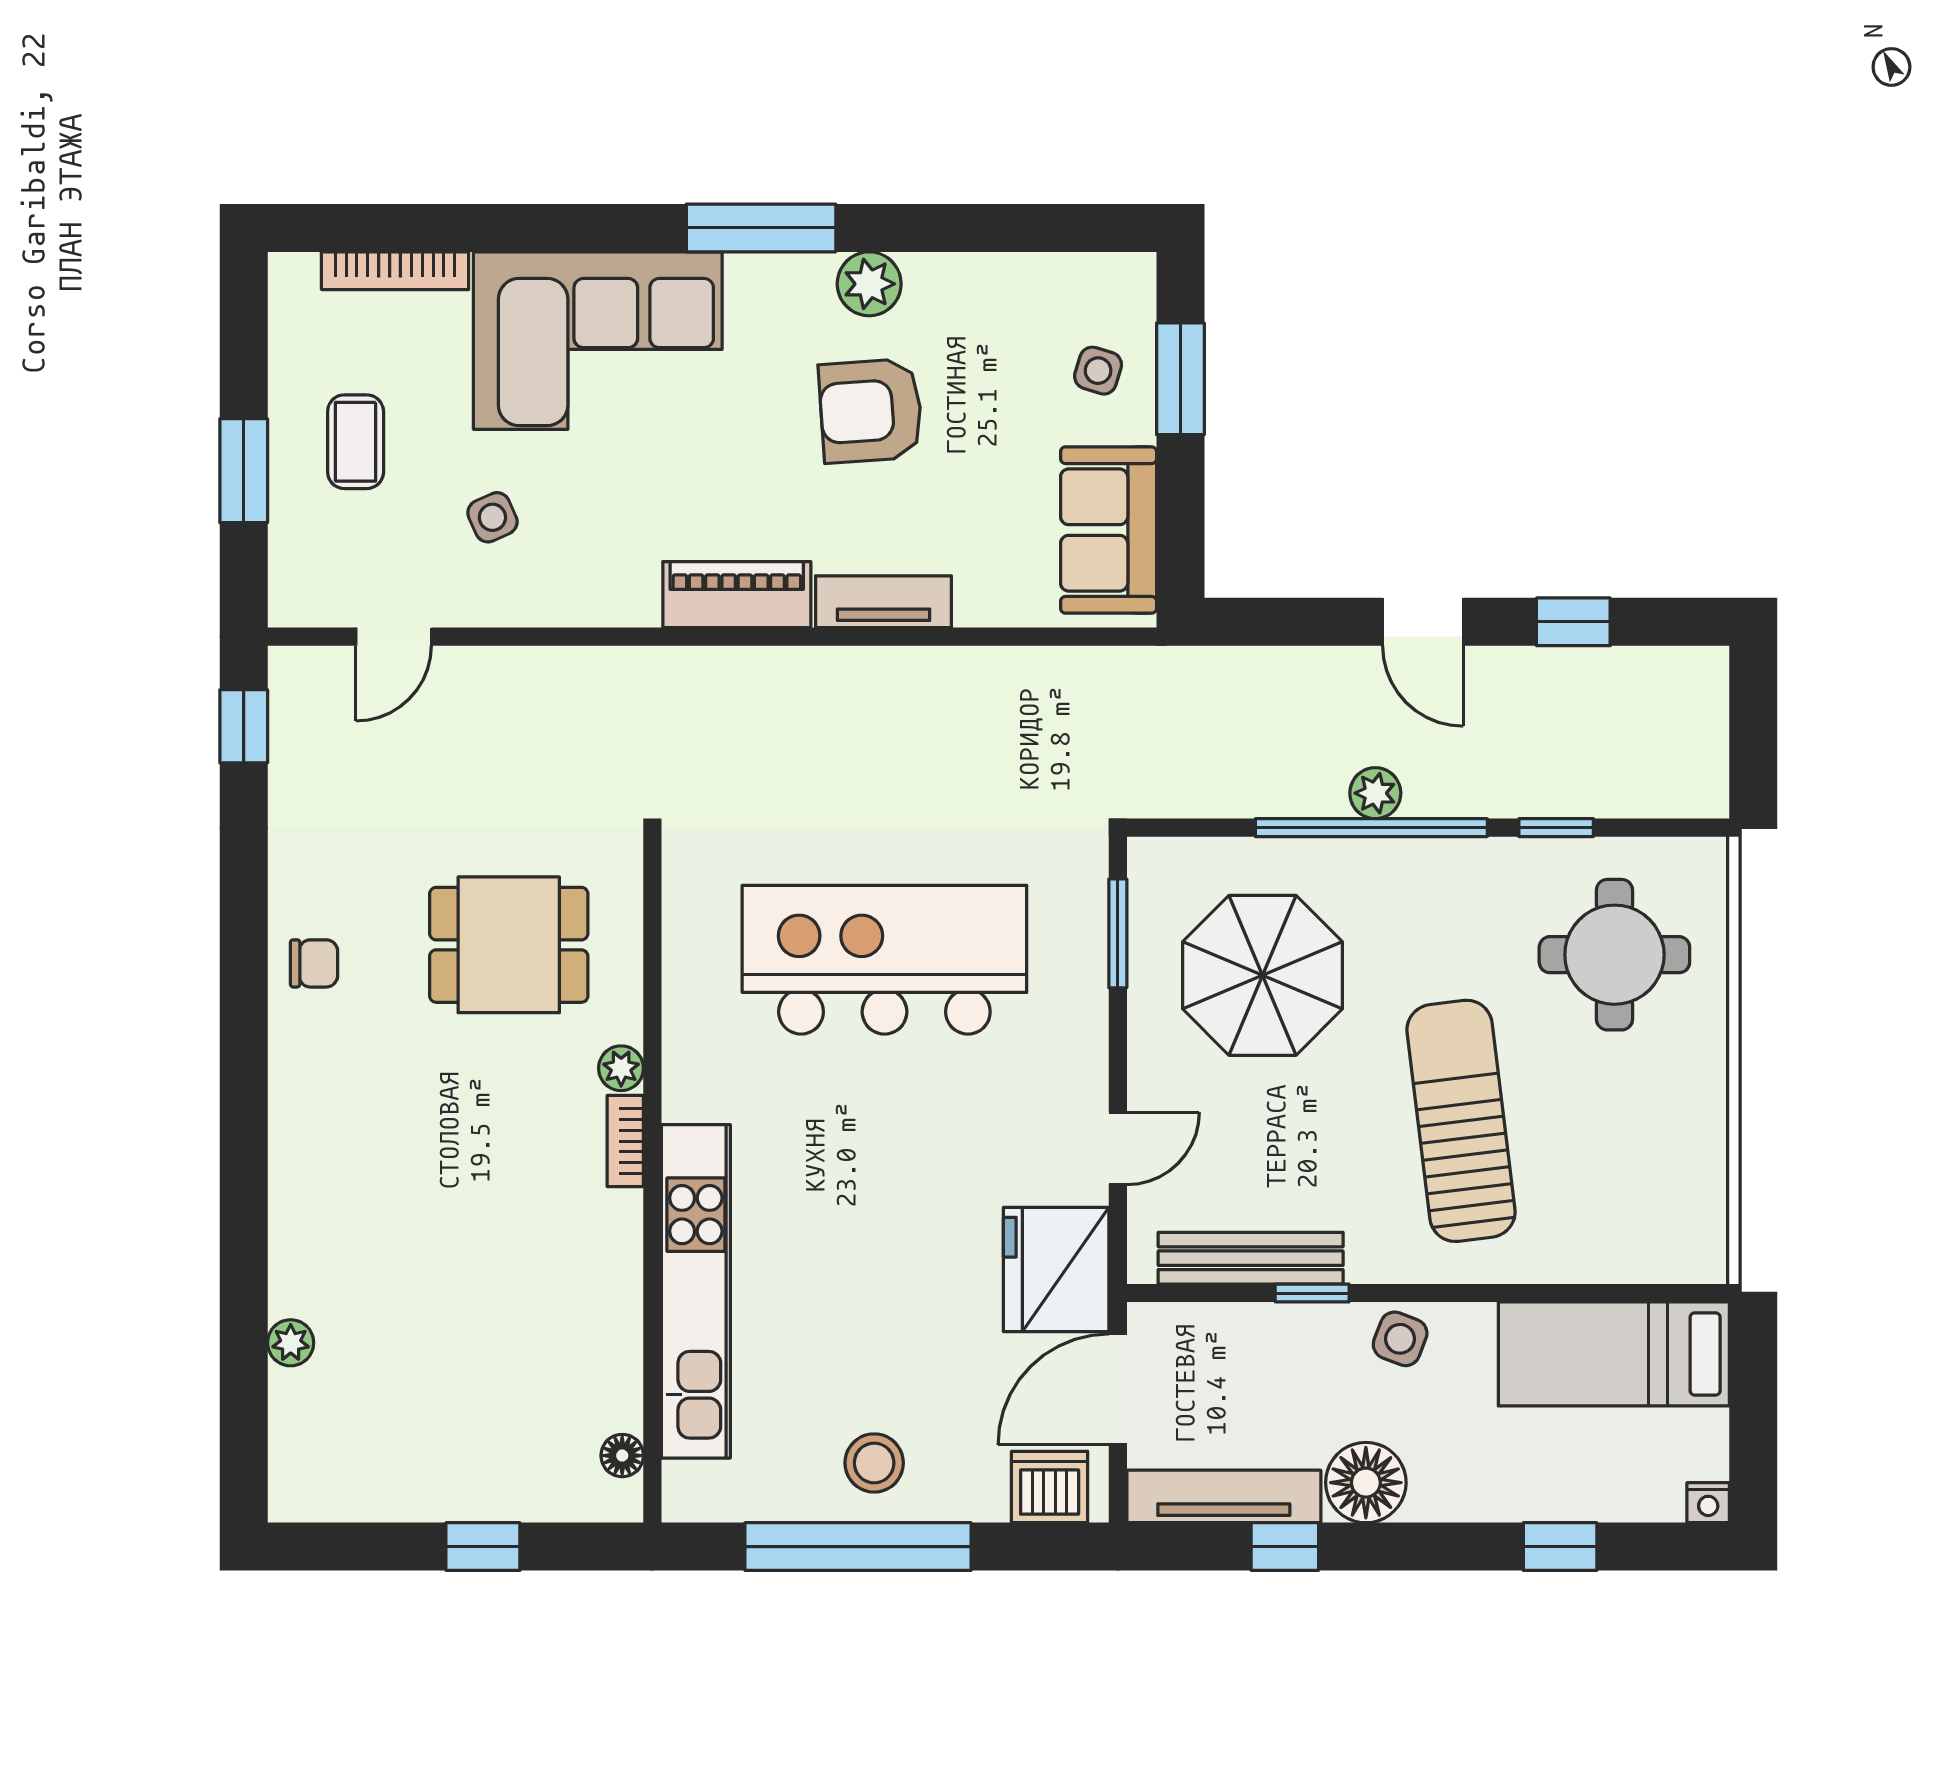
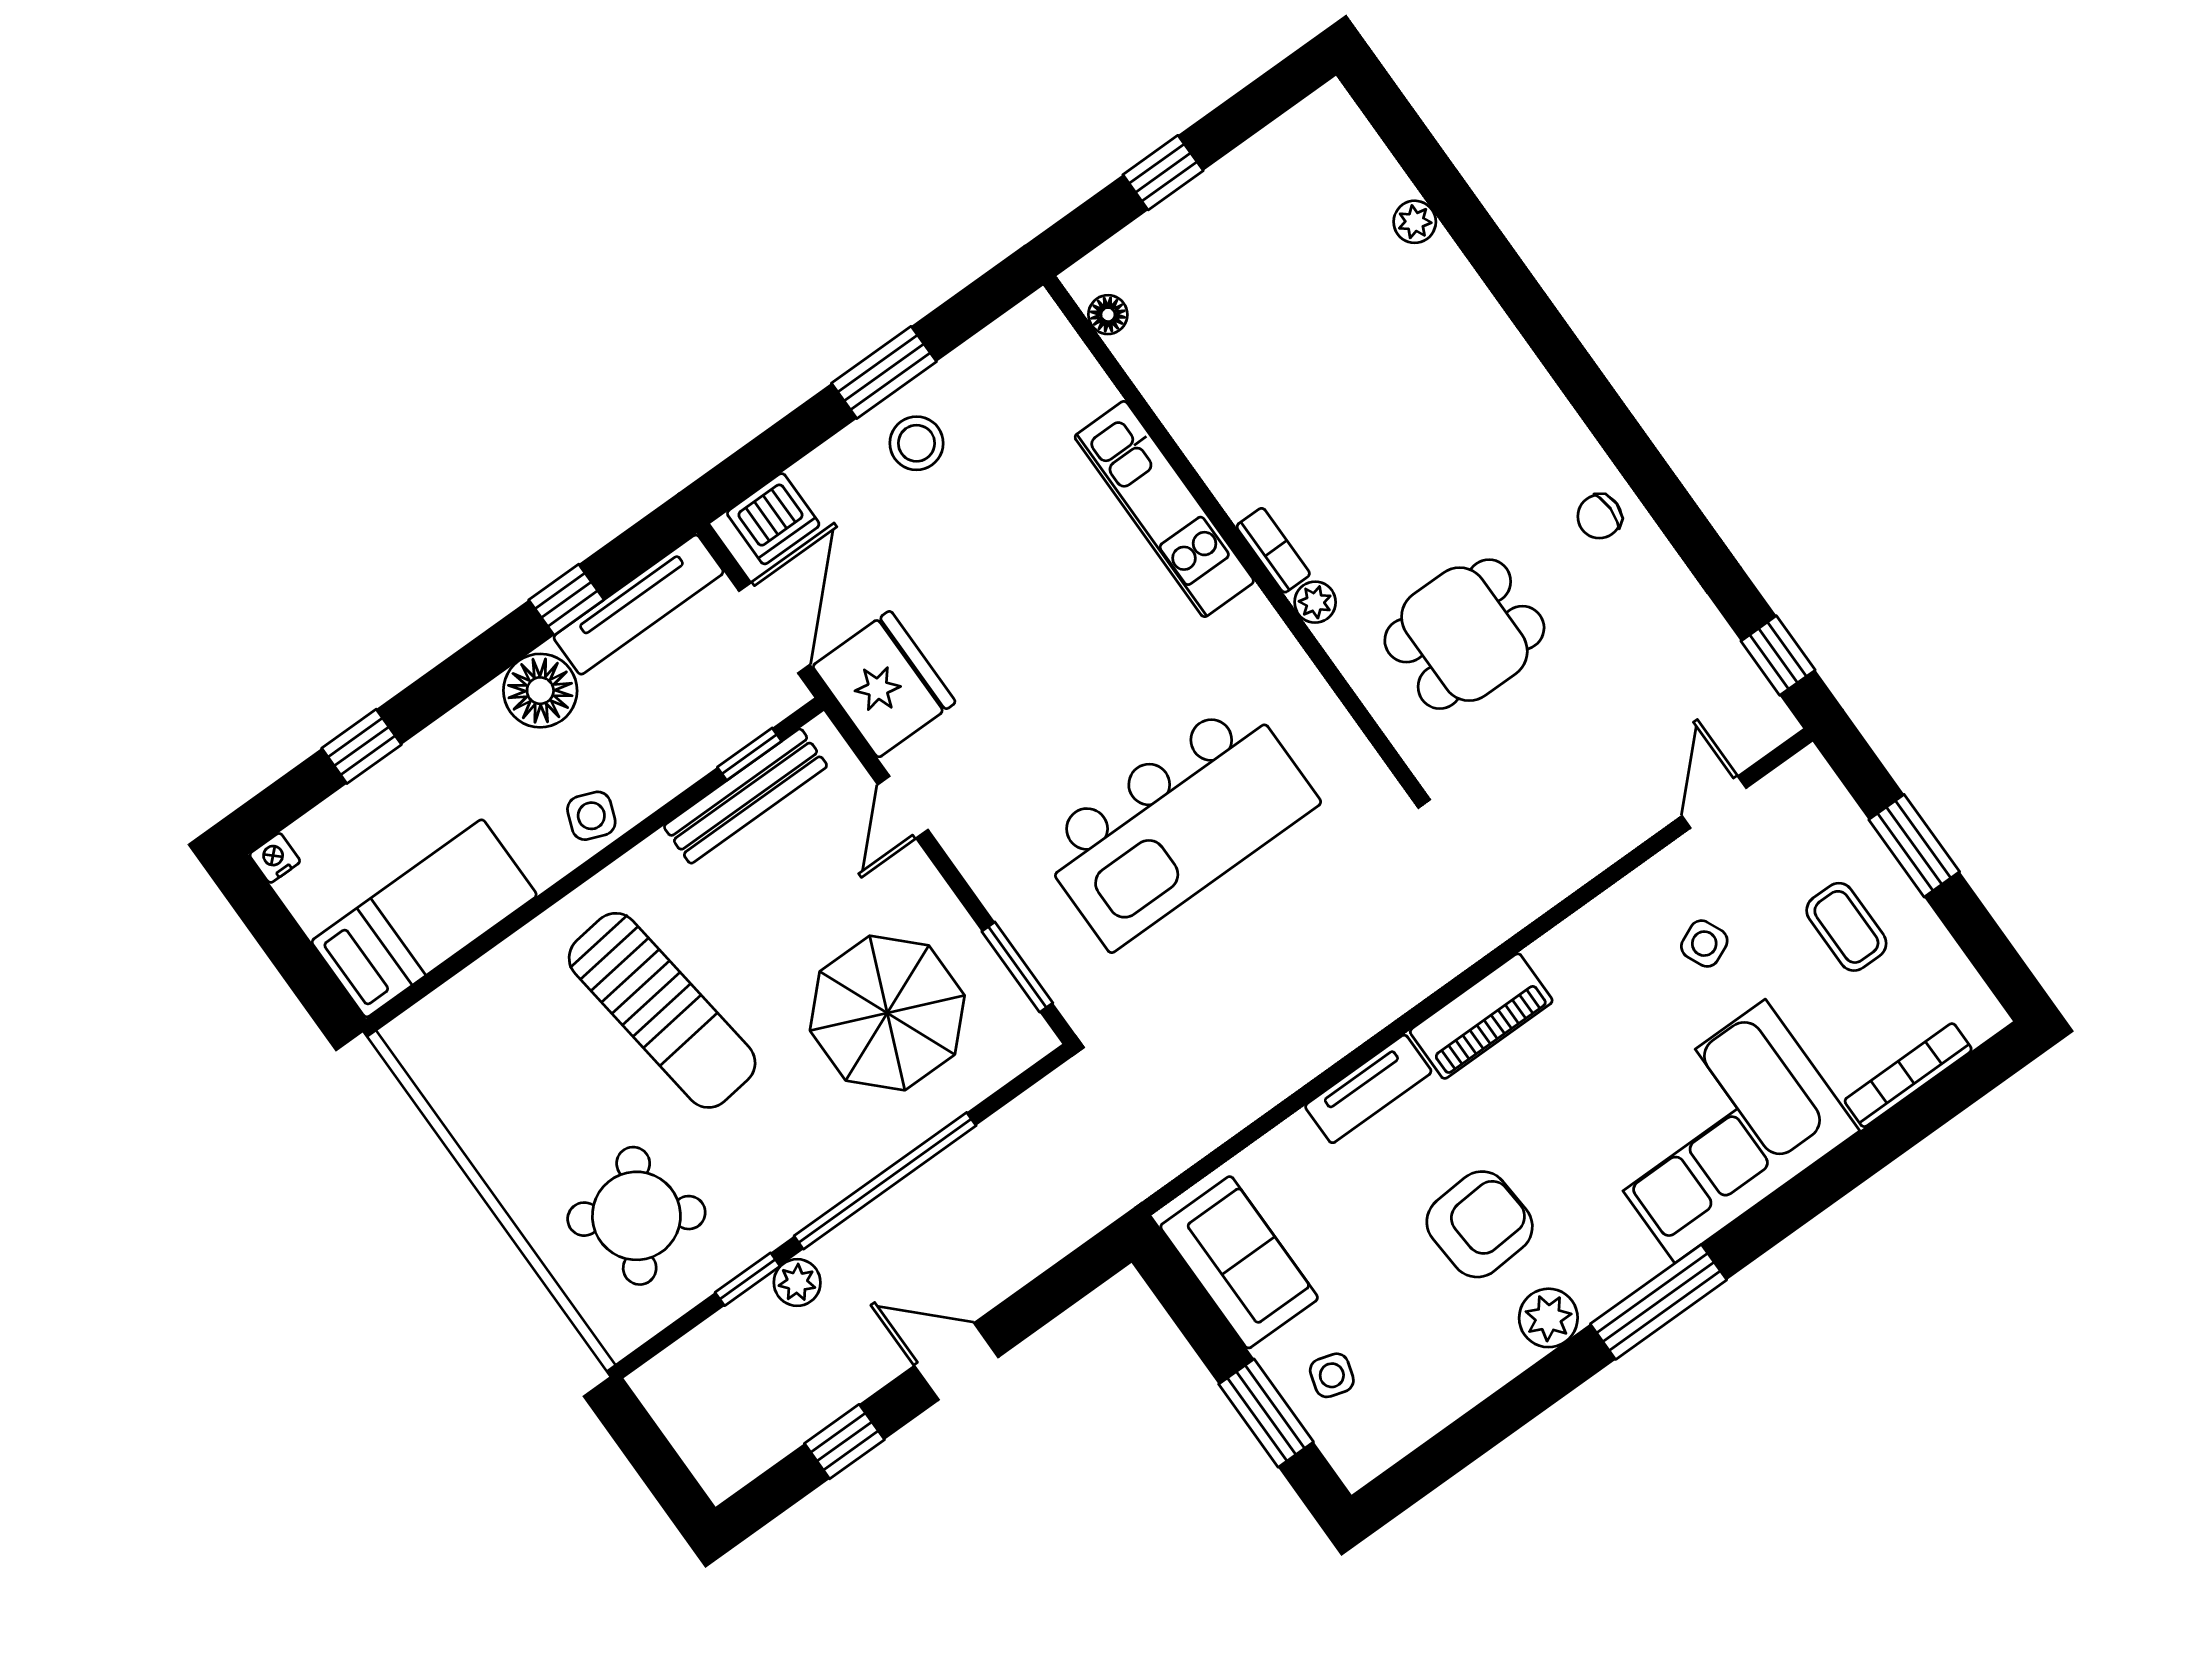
plant: (1375, 793) -> (797, 1283), moved
round table: (1614, 955) -> (636, 1216), turned 32
kitchen unit: (696, 1291) -> (1164, 509), width x0.73
window: (1312, 1293) -> (749, 754), moved
window: (858, 1547) -> (884, 372), width x0.47

